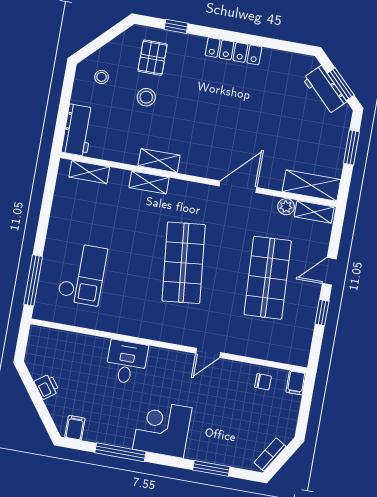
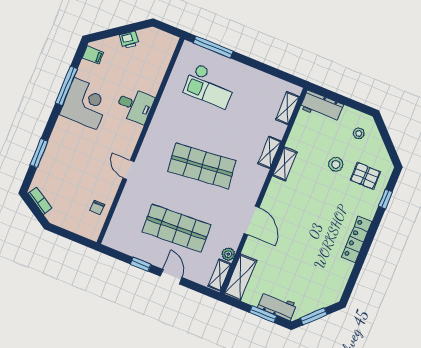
workbench: (325, 90) -> (277, 306), moved, turned 45
filing cabinet: (296, 383) -> (91, 233), removed
corner desk: (162, 429) -> (85, 103), moved

